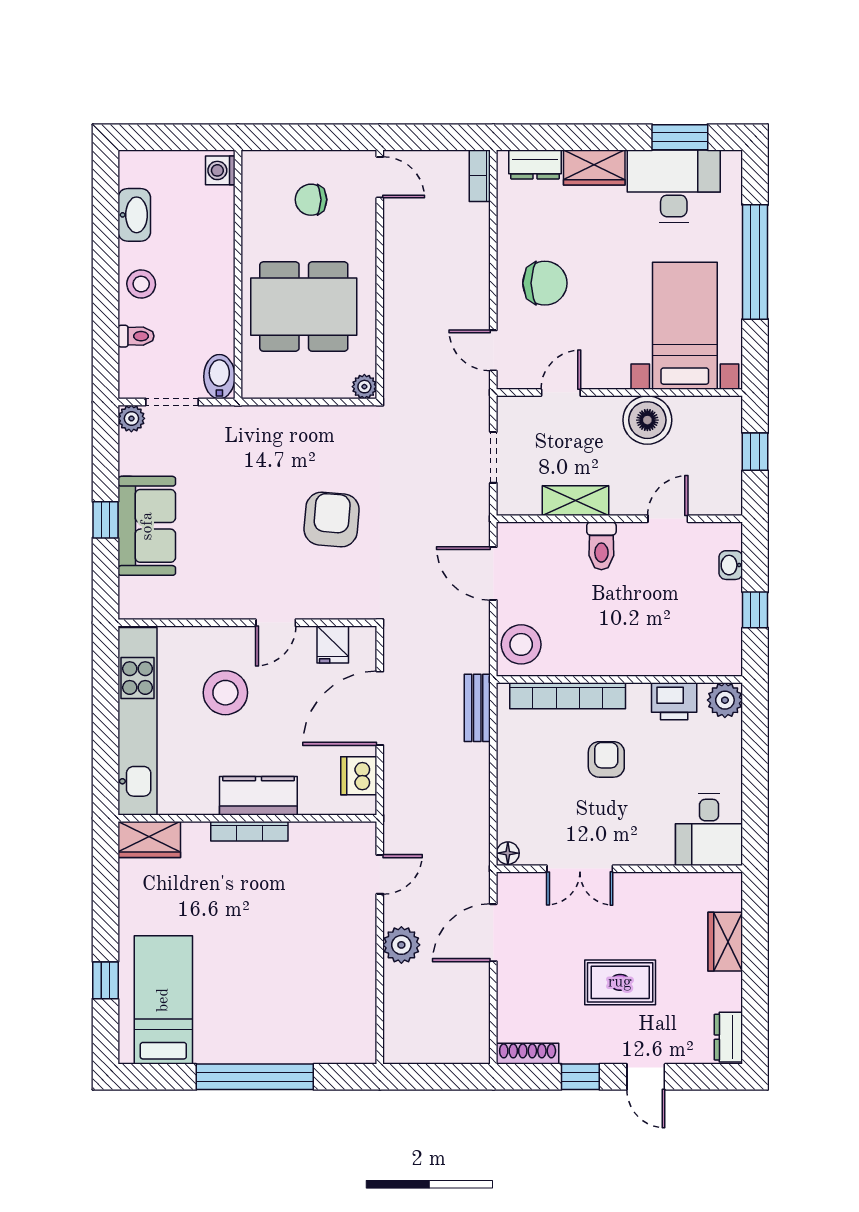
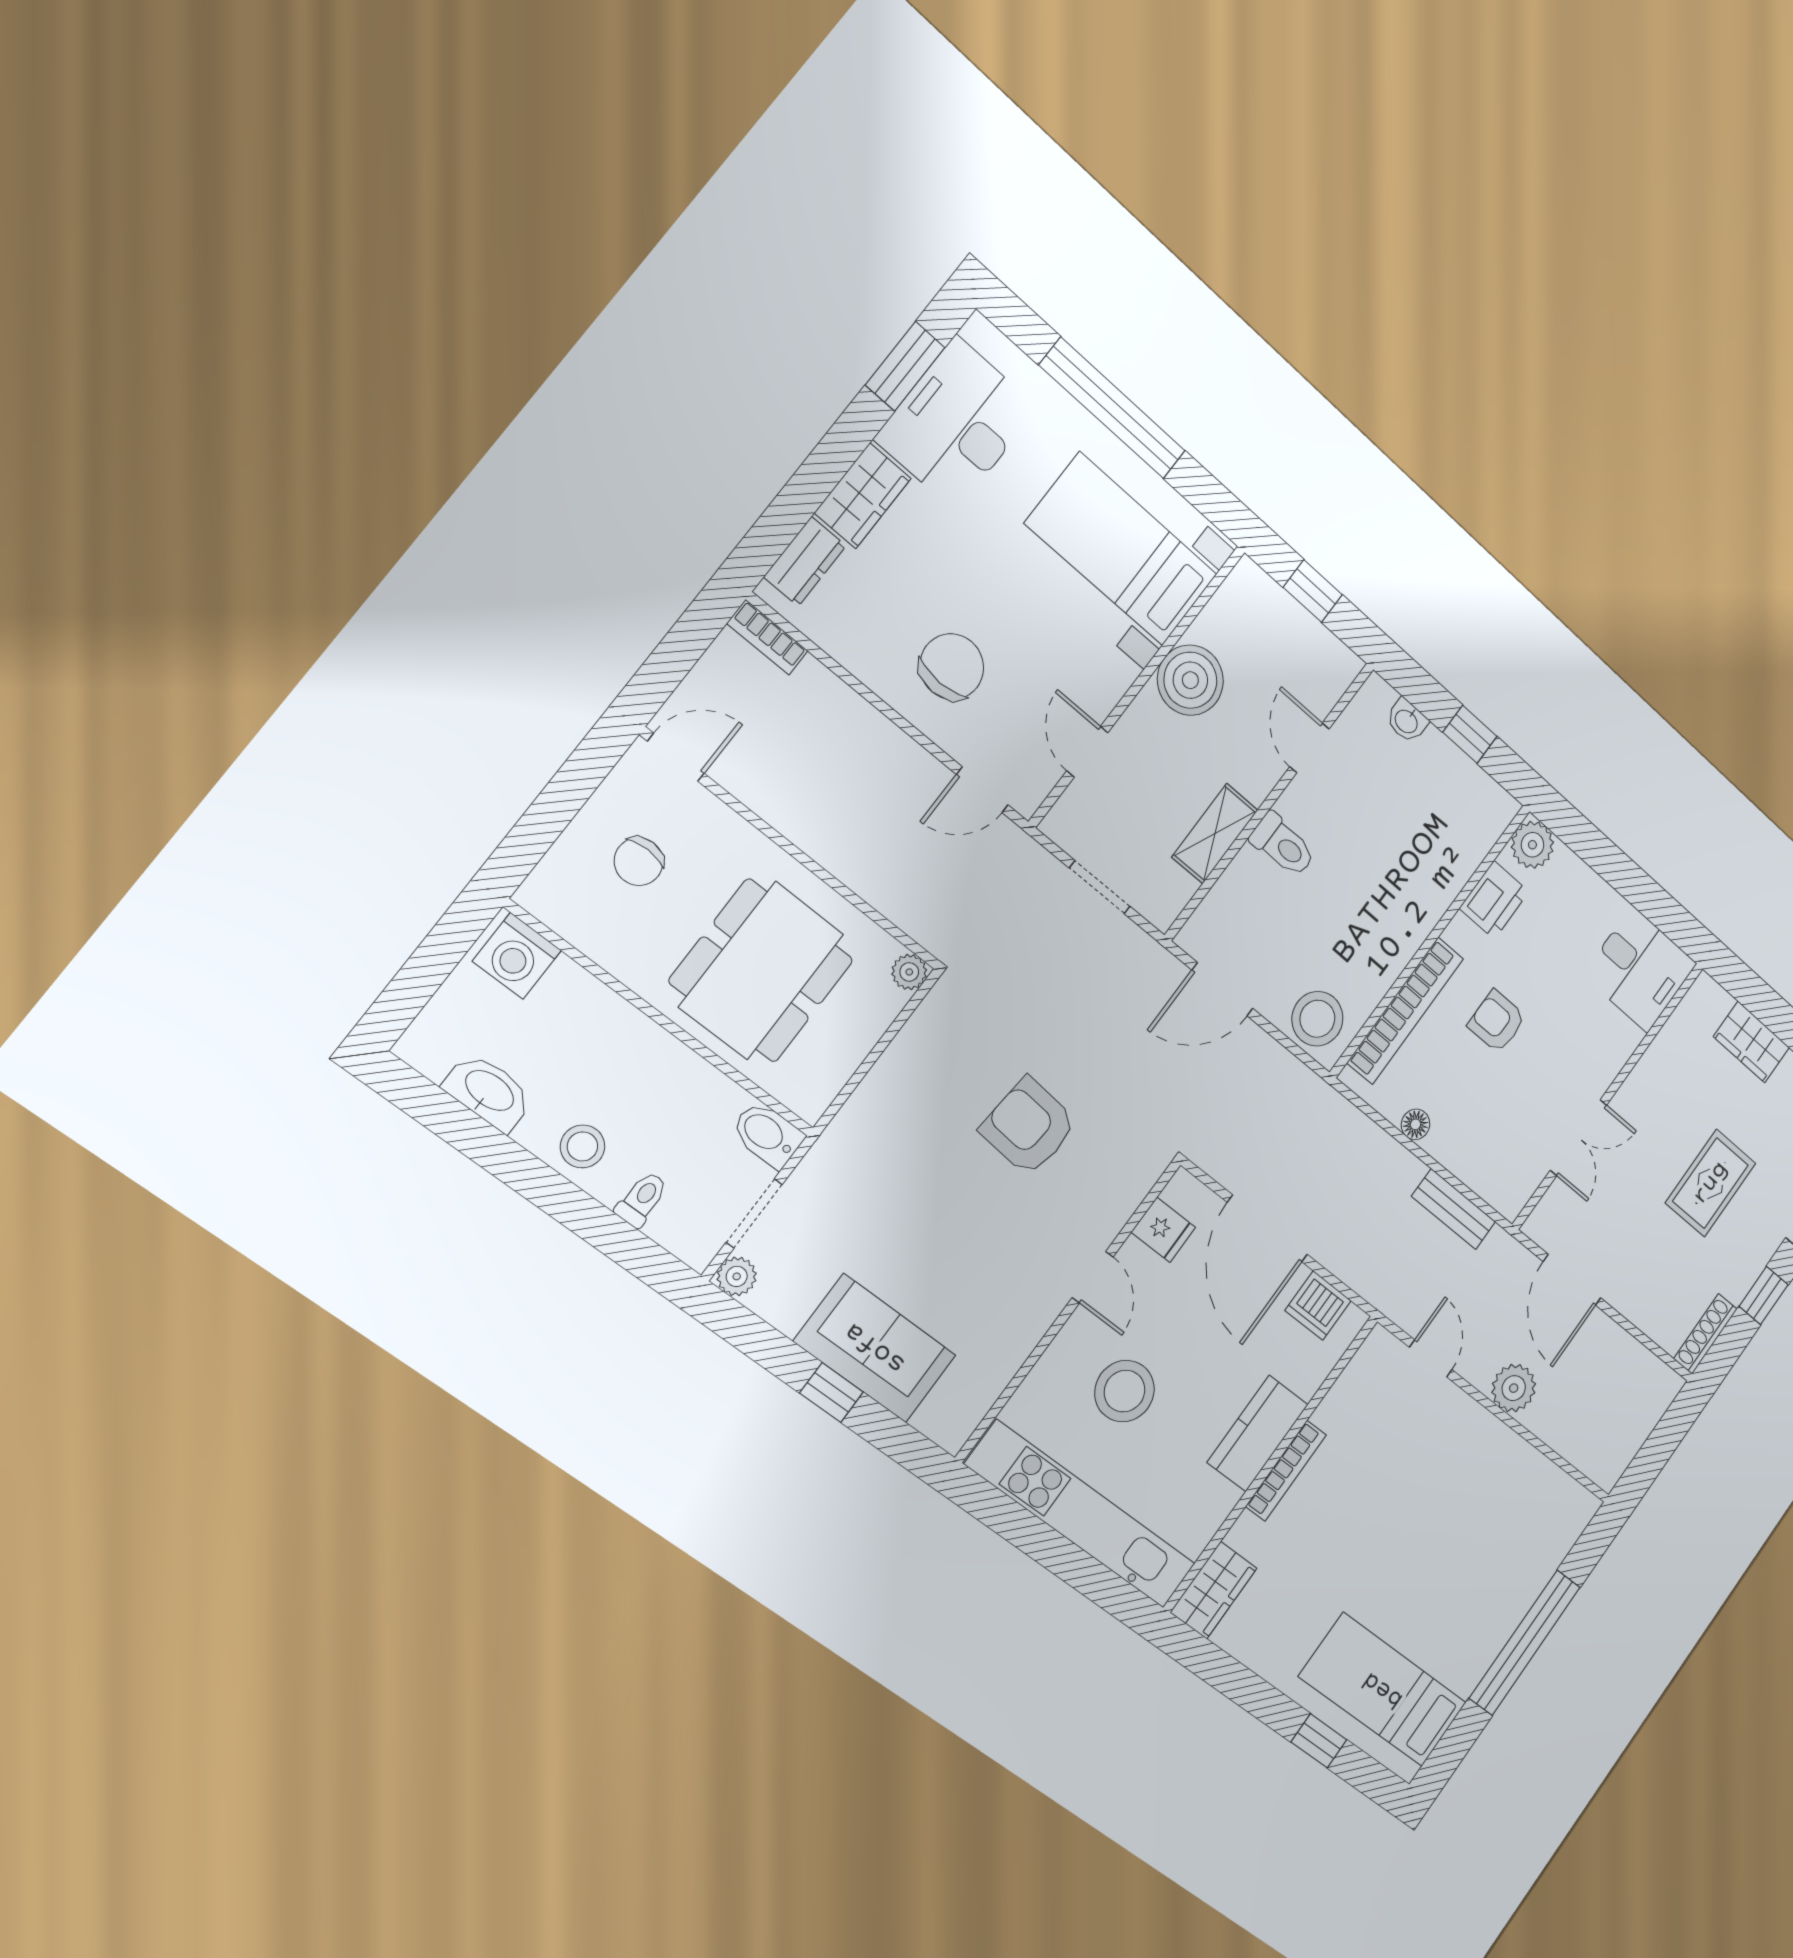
washing machine: (220, 170) -> (517, 956), width x1.38, depth x1.38
bench: (477, 708) -> (1454, 1209), moved
floor lamp: (508, 853) -> (1415, 1124), moved

